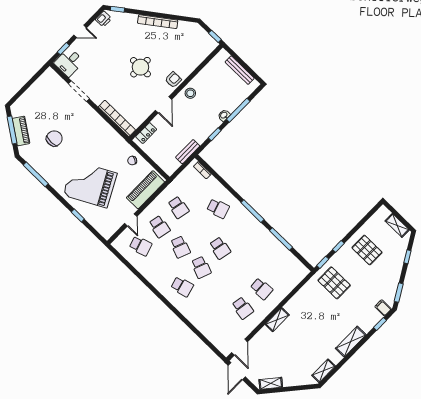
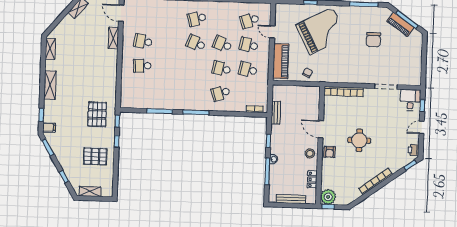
plant: (208, 44) -> (328, 197), added
locker: (146, 133) -> (312, 179), moved
school desk: (220, 248) -> (222, 69), moved
pallet: (334, 283) -> (97, 114), turned 90
shelving: (277, 320) -> (113, 38), moved

